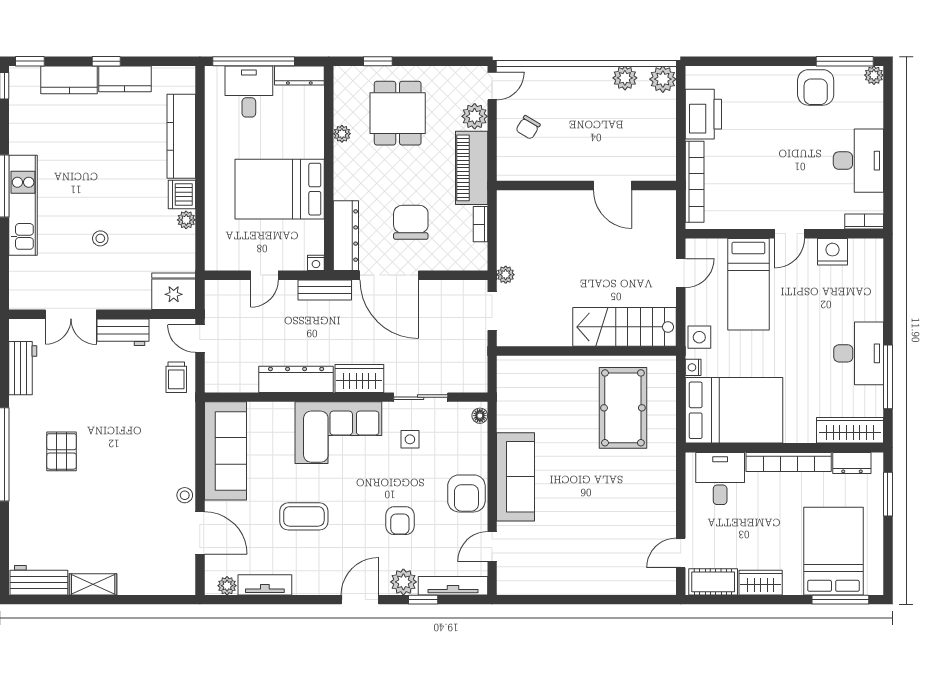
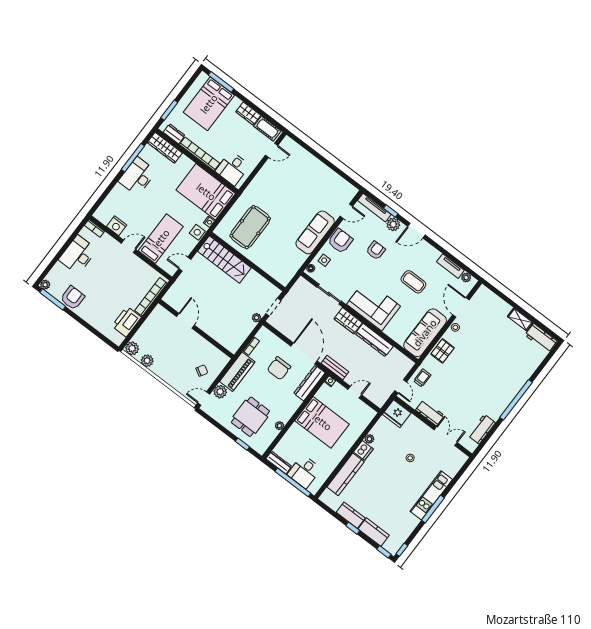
side table: (410, 439) -> (324, 260), moved
pallet: (62, 451) -> (443, 351), moved

